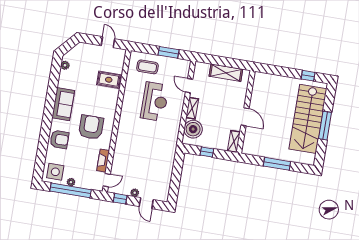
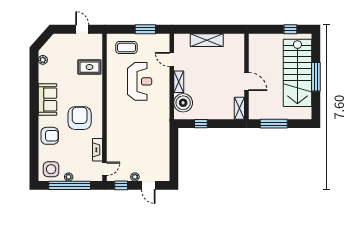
wall: (246, 112) -> (246, 76), moved
door: (245, 117) -> (246, 81), moved
shelving: (234, 141) -> (239, 108), moved

